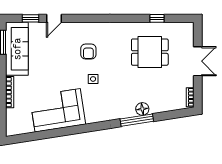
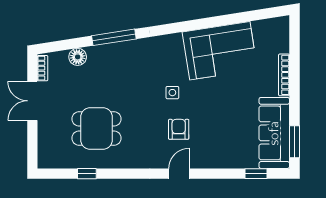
door: (54, 18) -> (179, 174), moved
double door: (198, 61) -> (32, 101), moved
floor lamp: (142, 109) -> (78, 57), moved

